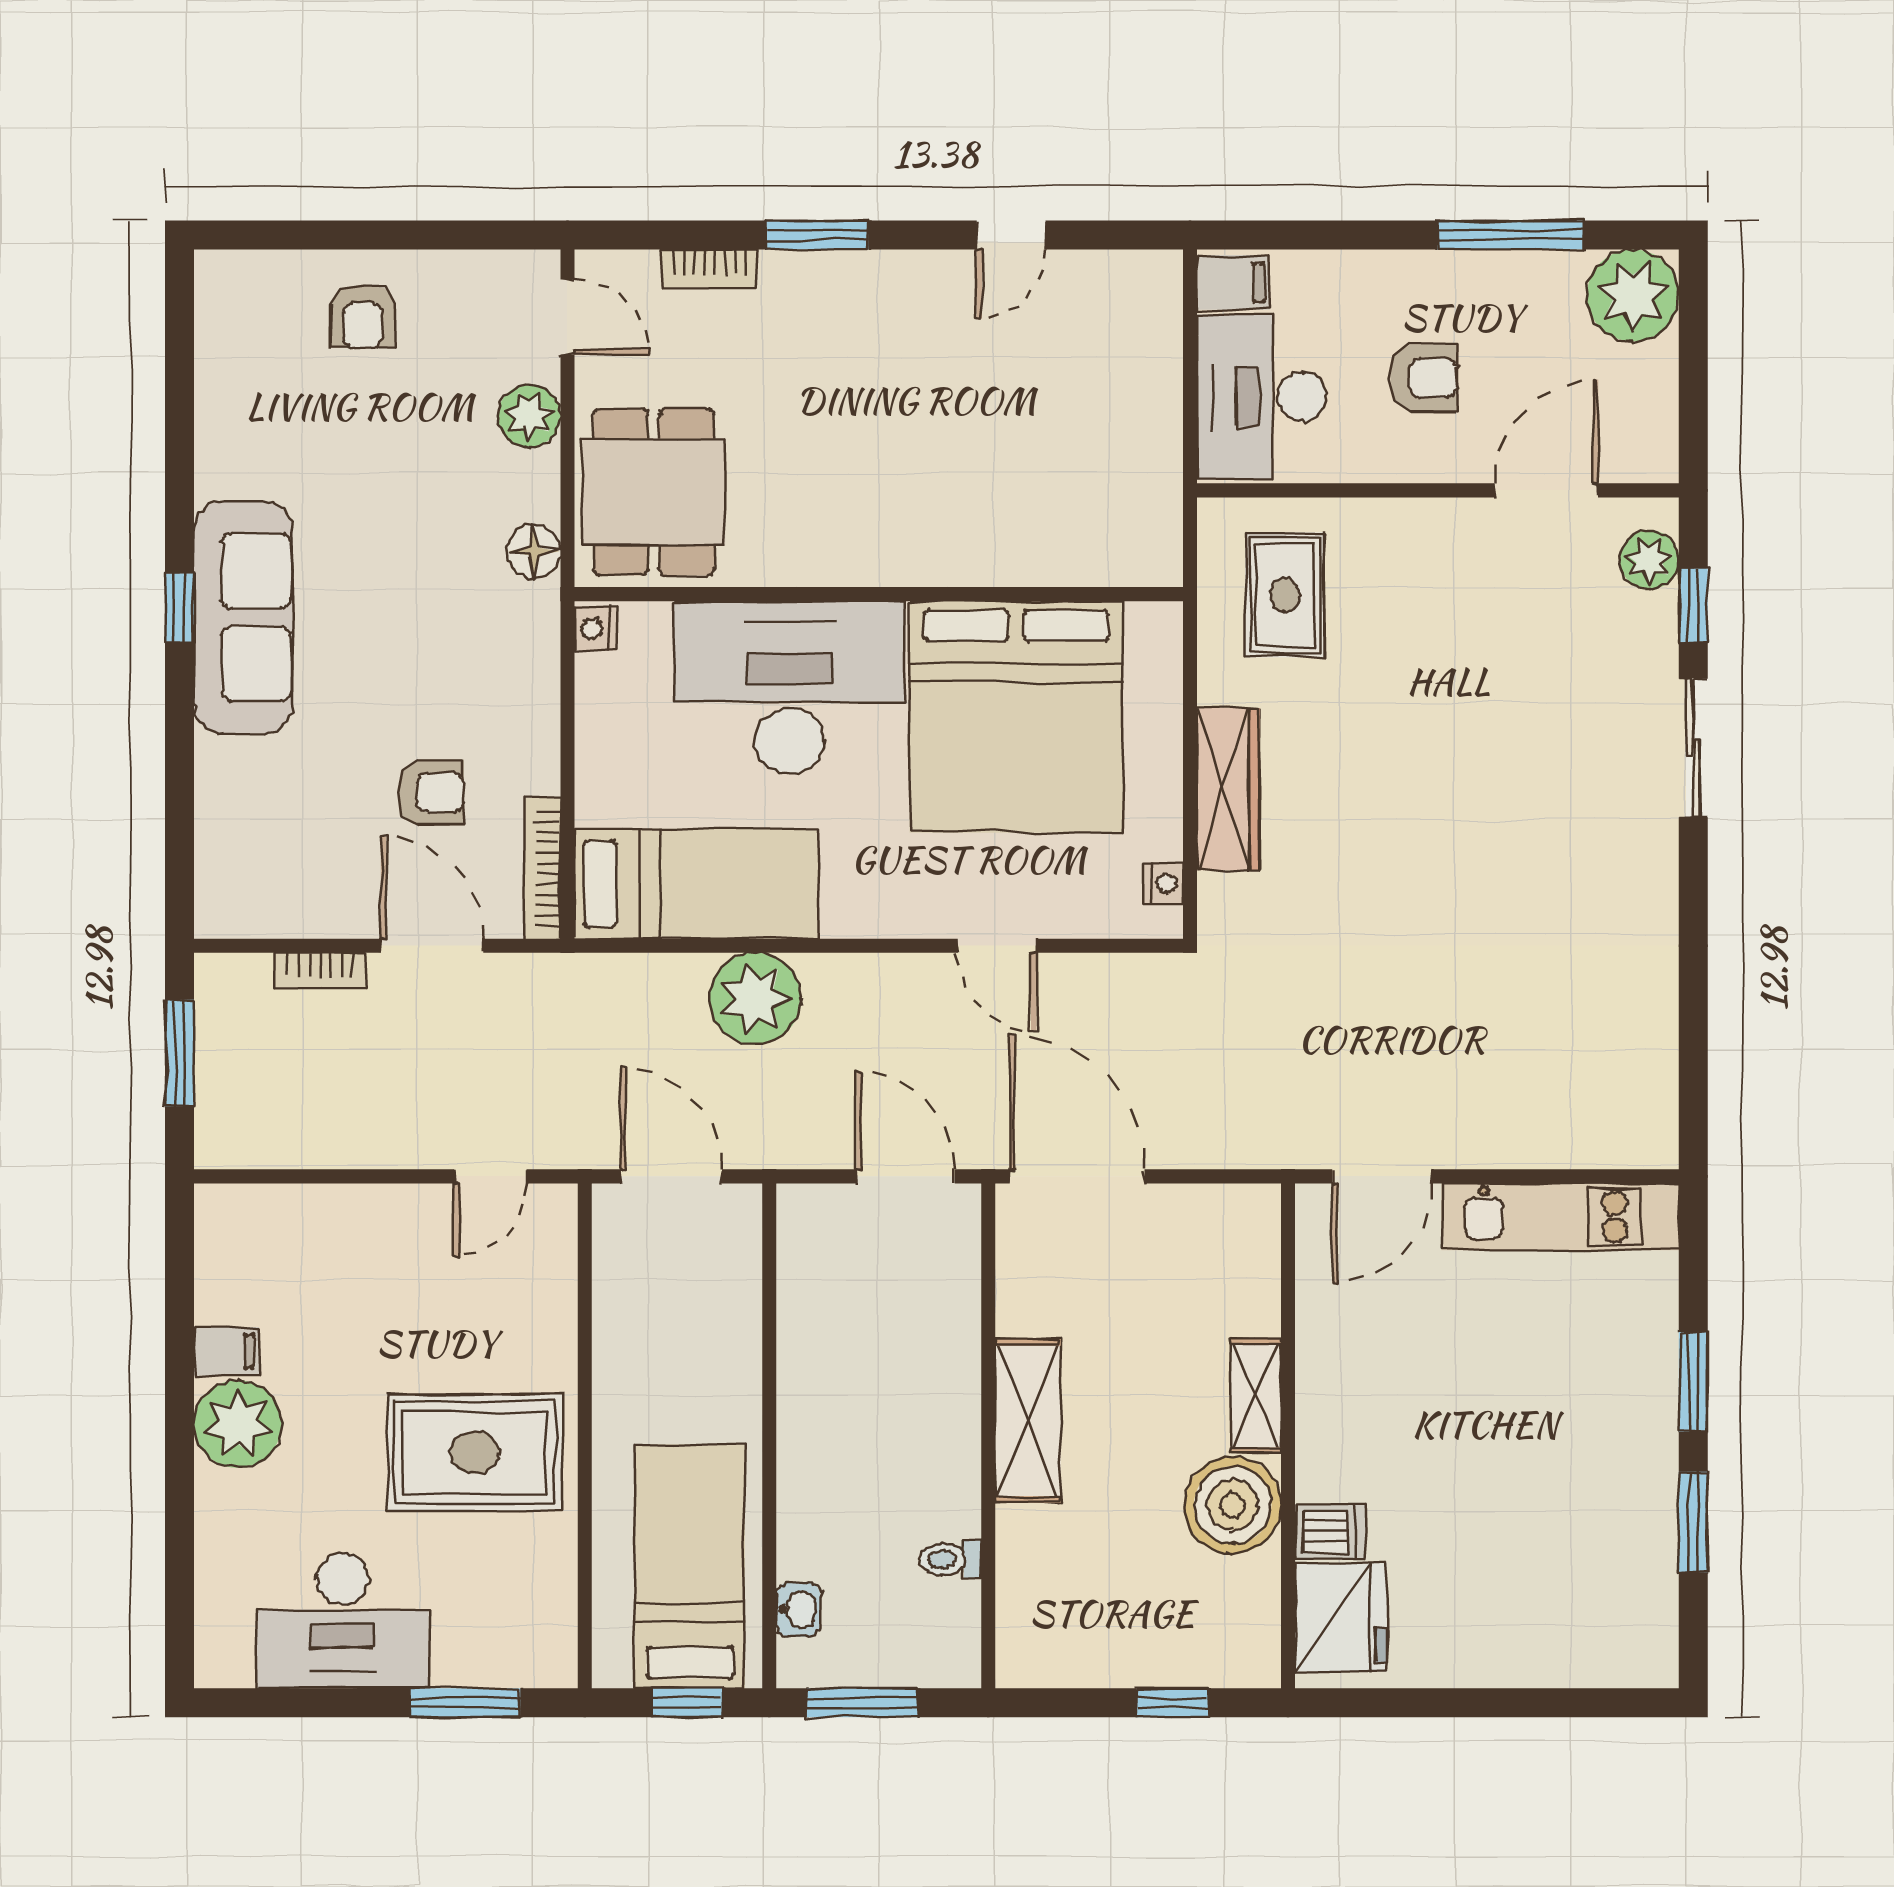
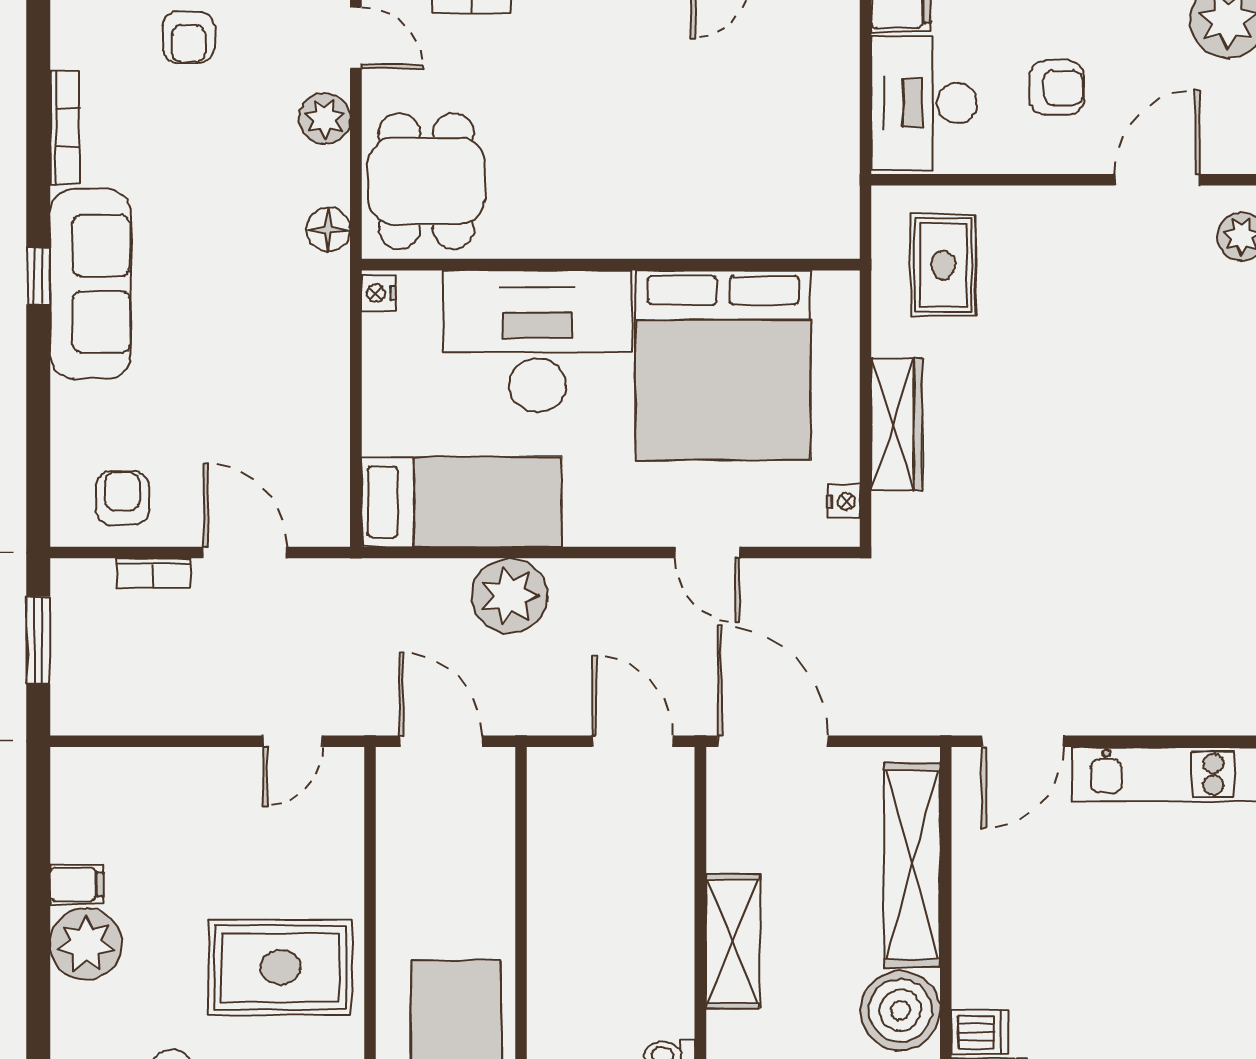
armchair: (431, 792) -> (122, 498), moved, turned -90
bookcase: (543, 869) -> (65, 127), moved, turned 180
shelving: (1256, 1395) -> (912, 865), width x2.20, depth x1.33

